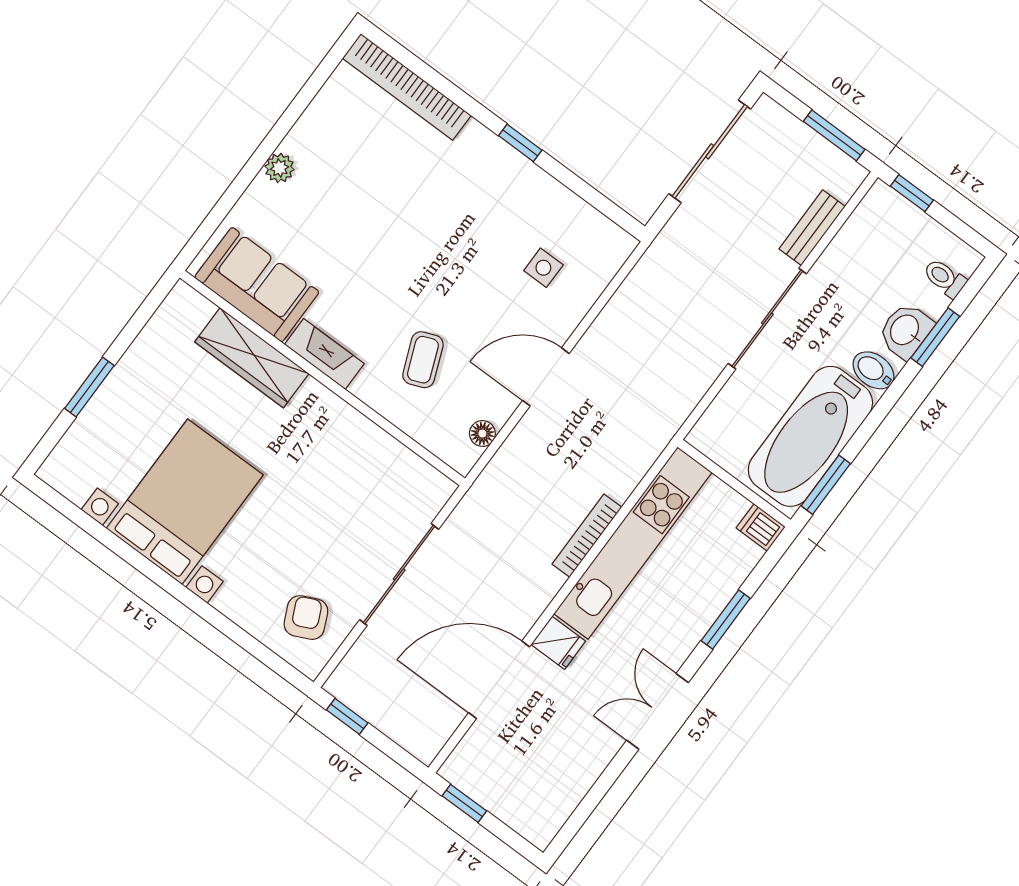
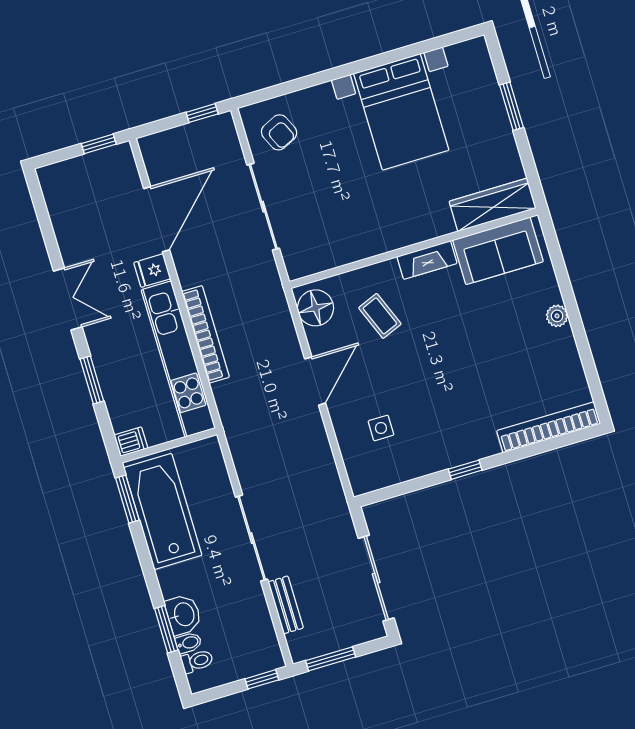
wardrobe: (252, 358) -> (493, 205), moved
bidet: (873, 370) -> (189, 643), moved, width x0.72, depth x0.74
floor lamp: (482, 434) -> (316, 308), width x1.89, depth x1.89
bookcase: (587, 536) -> (206, 334), width x1.48, depth x1.31

